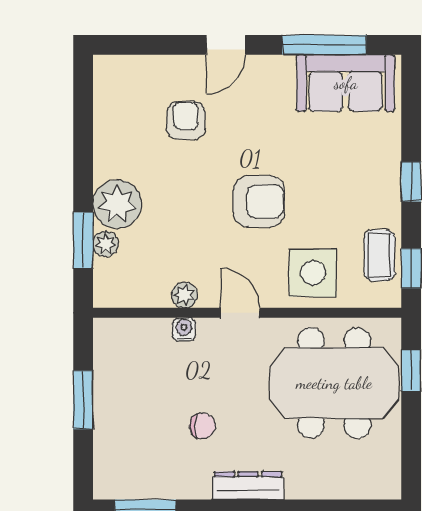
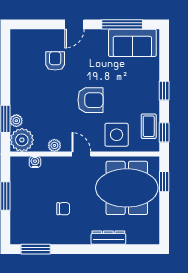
plant: (117, 204) -> (22, 140), moved
water cooler: (184, 329) -> (35, 162), moved
dresser: (248, 486) -> (108, 238), moved

